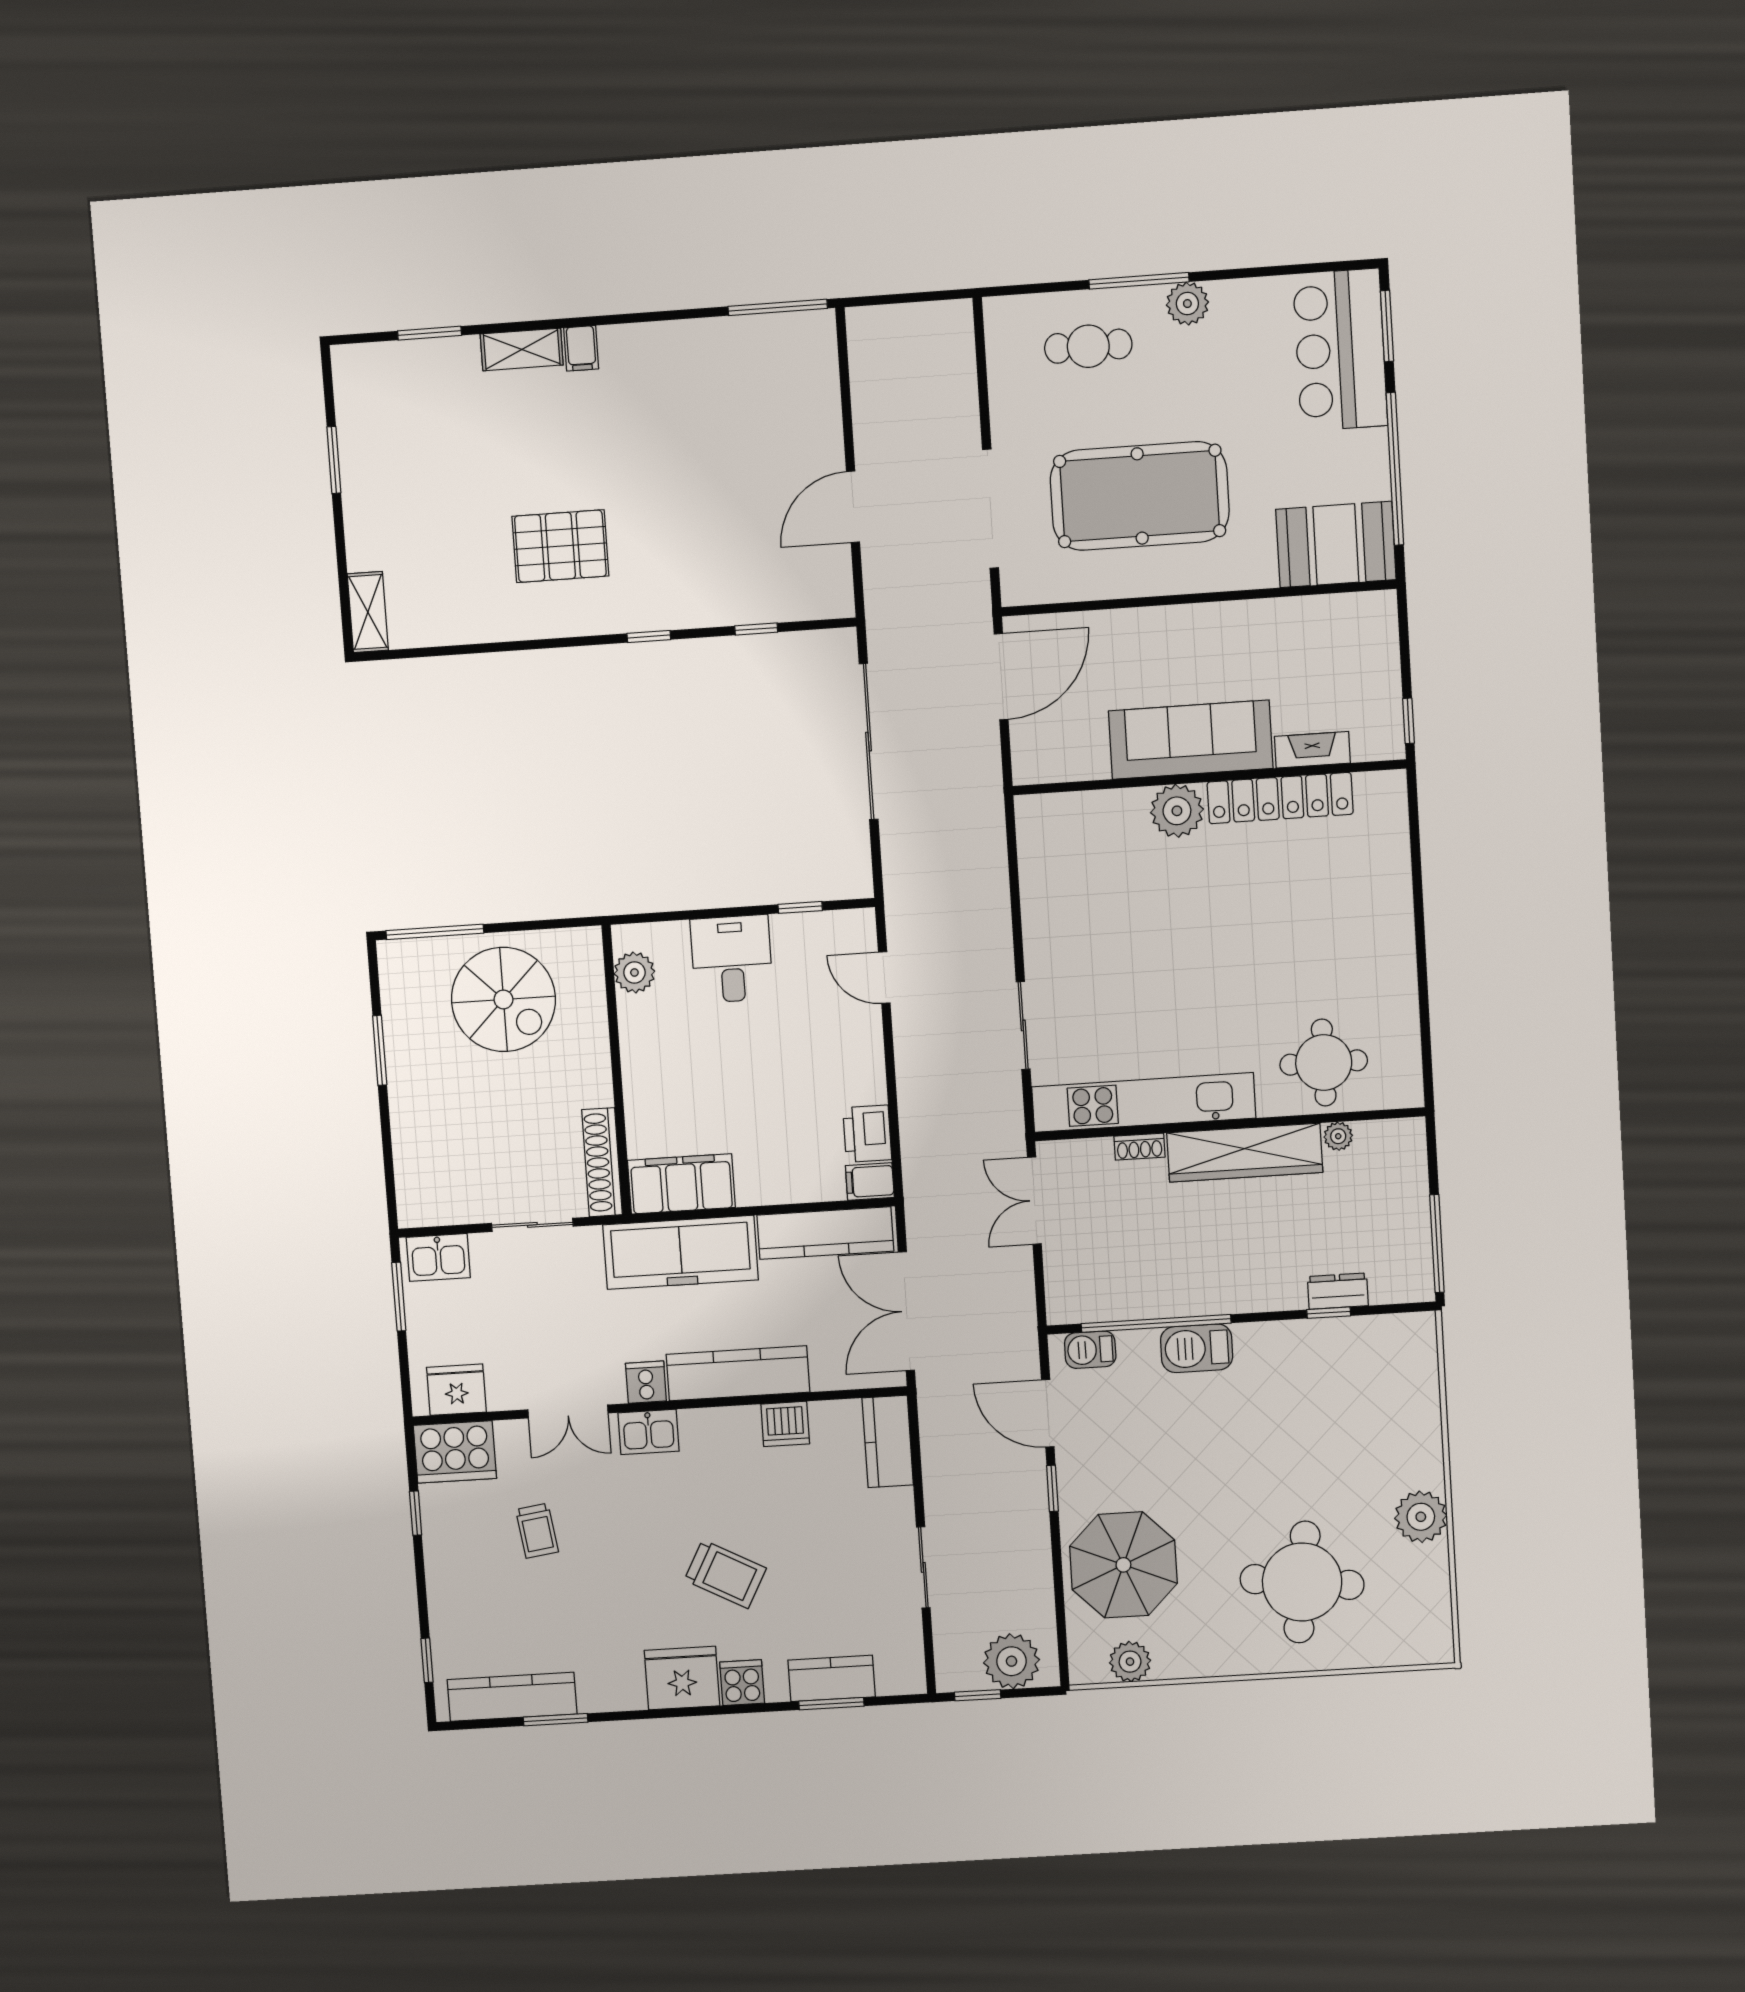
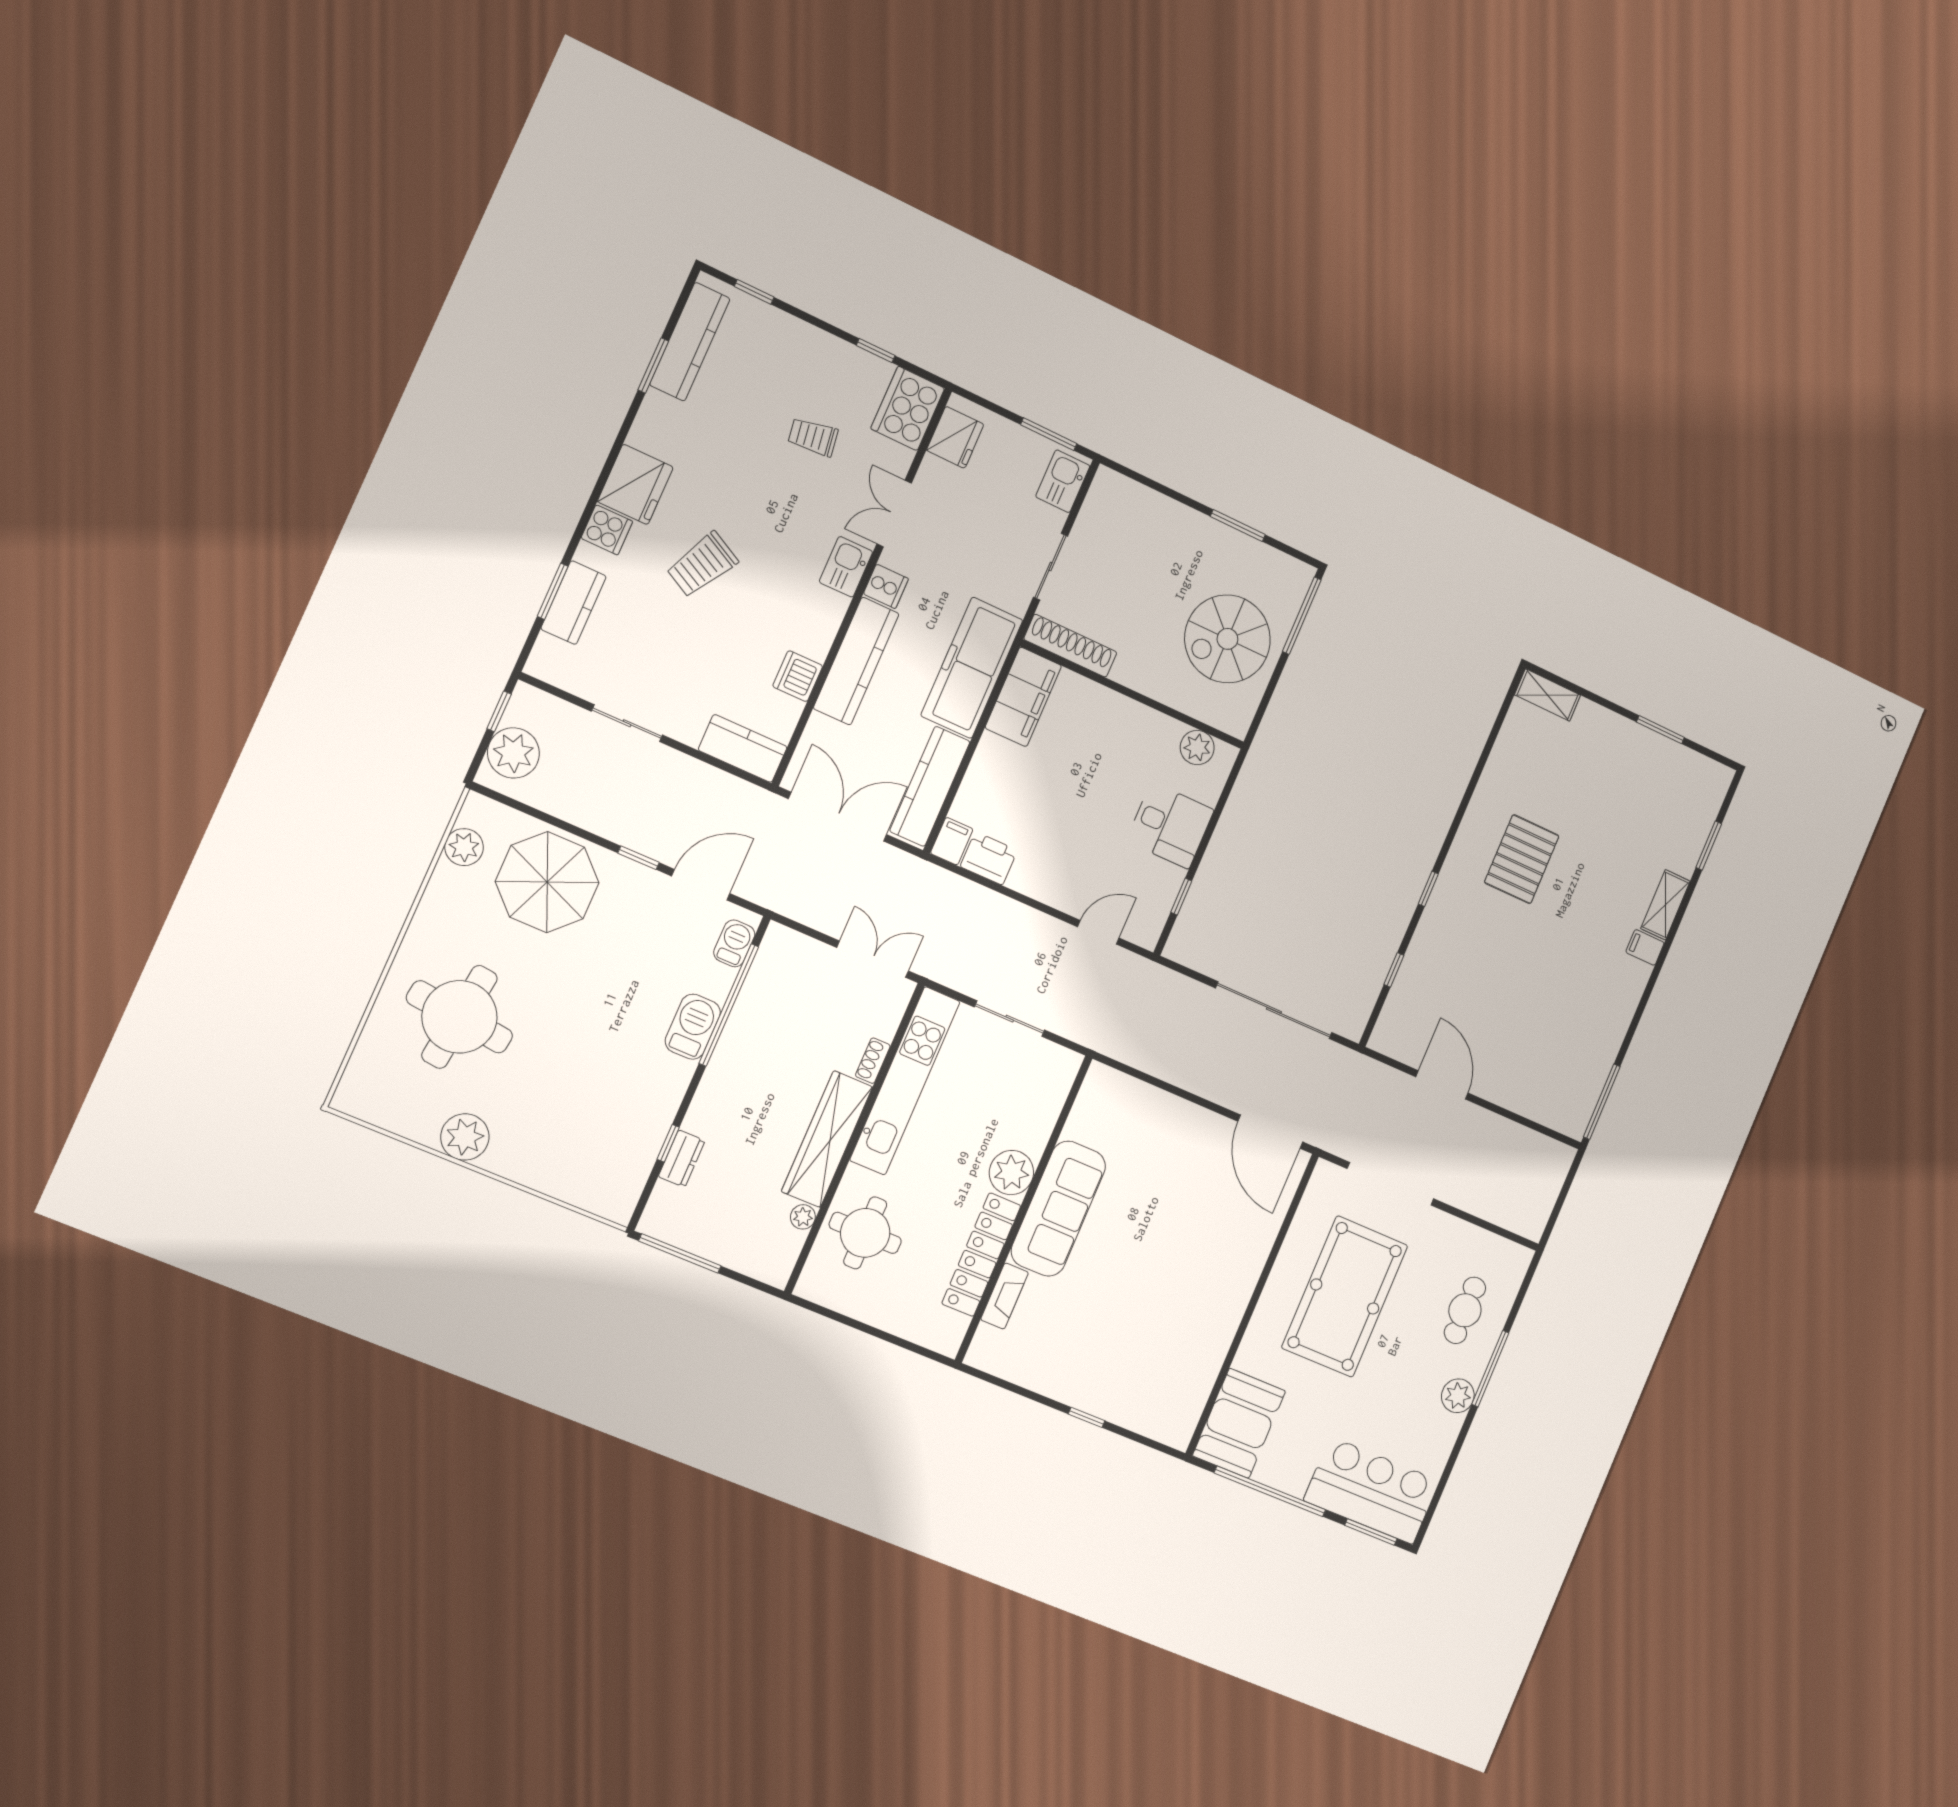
sofa: (1191, 740) -> (1058, 1209), moved
fireplace: (1312, 750) -> (1005, 1296), moved
wall: (1209, 777) -> (1024, 1209), moved
locker: (1280, 798) -> (981, 1255), moved
plant: (1177, 811) -> (1011, 1173), moved

